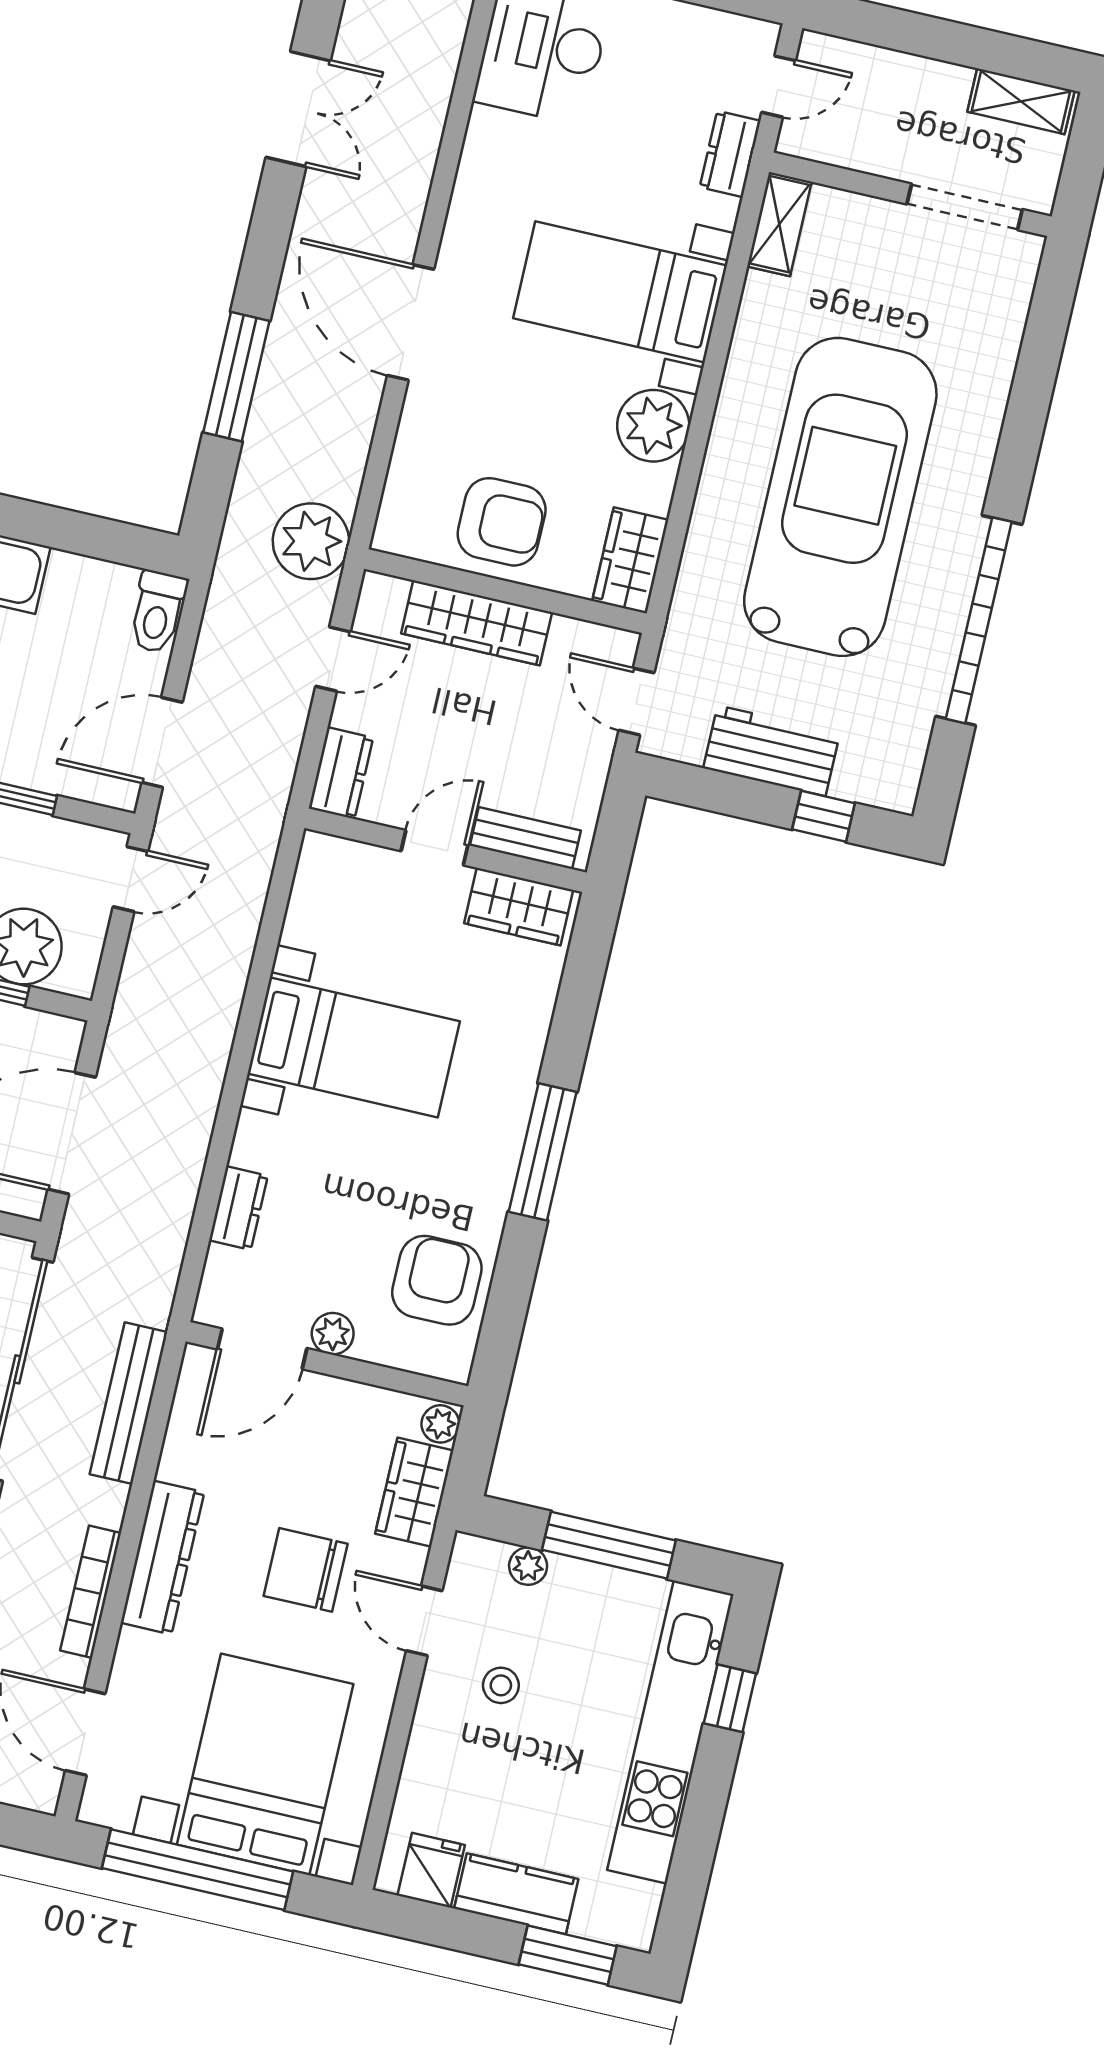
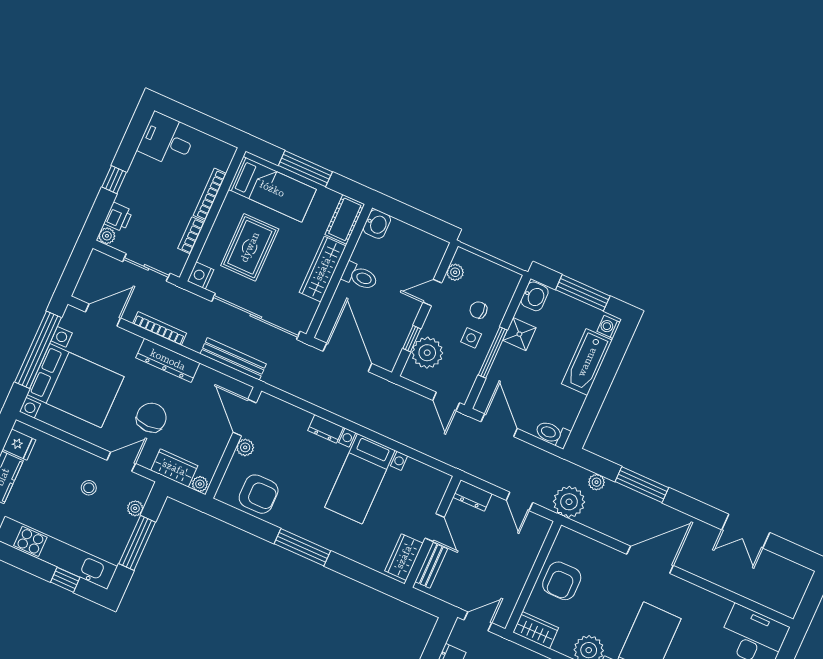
plant: (252, 485) -> (597, 482), added
wardrobe: (477, 623) -> (523, 563), removed
dresser: (238, 1208) -> (326, 429), moved

